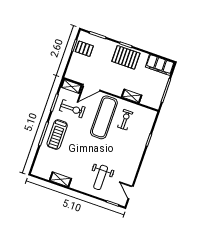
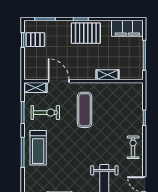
door: (91, 88) -> (59, 81), swing flipped
exercise mat: (104, 117) -> (85, 110), width x0.73, depth x0.69
exercise bike: (125, 120) -> (133, 147), moved

